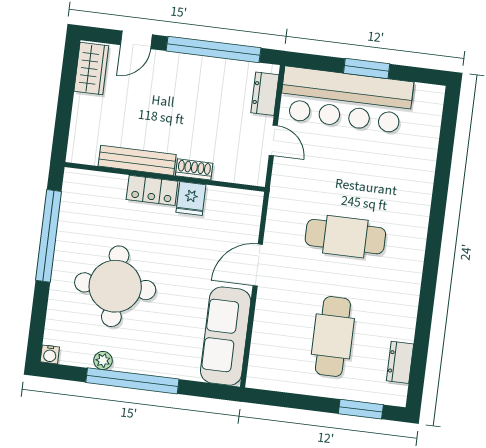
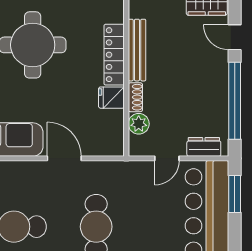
window: (367, 68) -> (235, 194), moved
plant: (227, 169) -> (139, 124), added
locker: (152, 190) -> (114, 55), width x1.53

